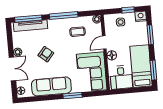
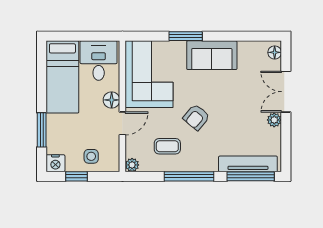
armchair: (46, 54) -> (196, 117), moved
window: (153, 70) -> (42, 68), removed
sofa: (51, 86) -> (212, 55), width x0.73

